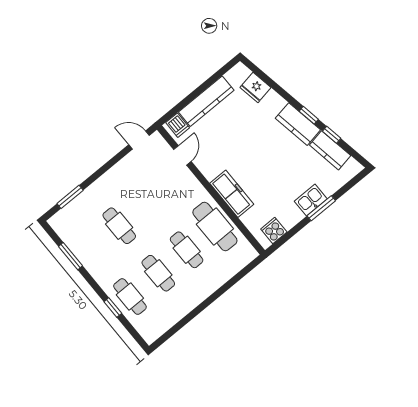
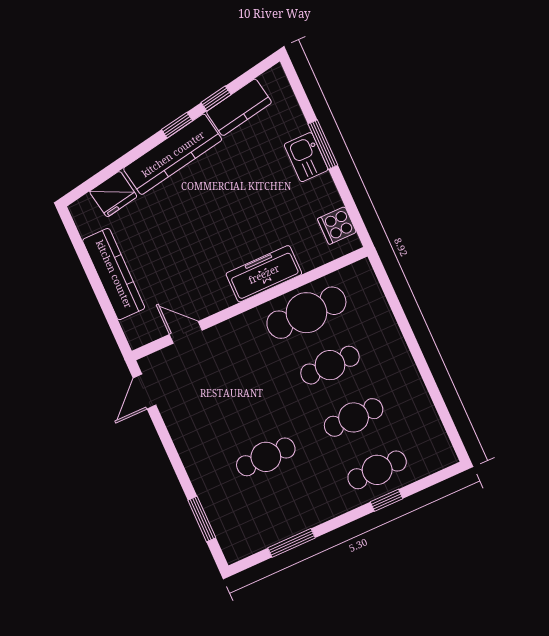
kitchen counter: (298, 124) -> (173, 154), width x1.50
dishwasher: (178, 125) -> (138, 327), removed

